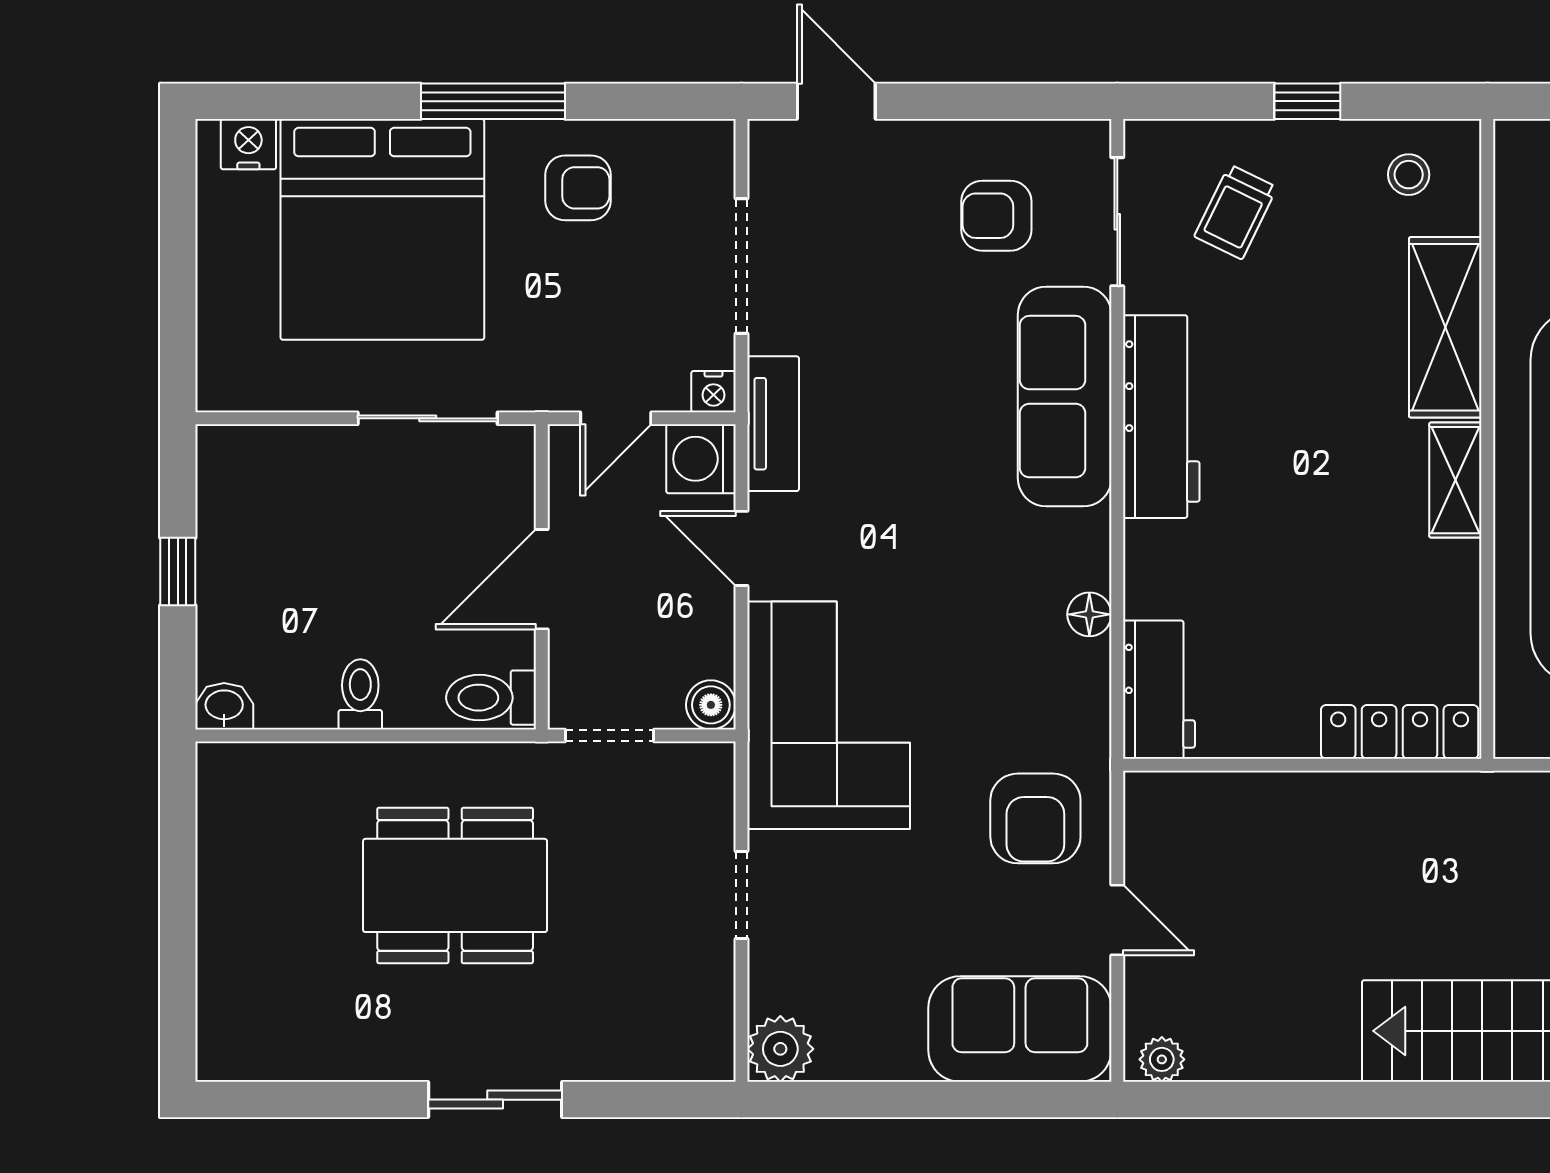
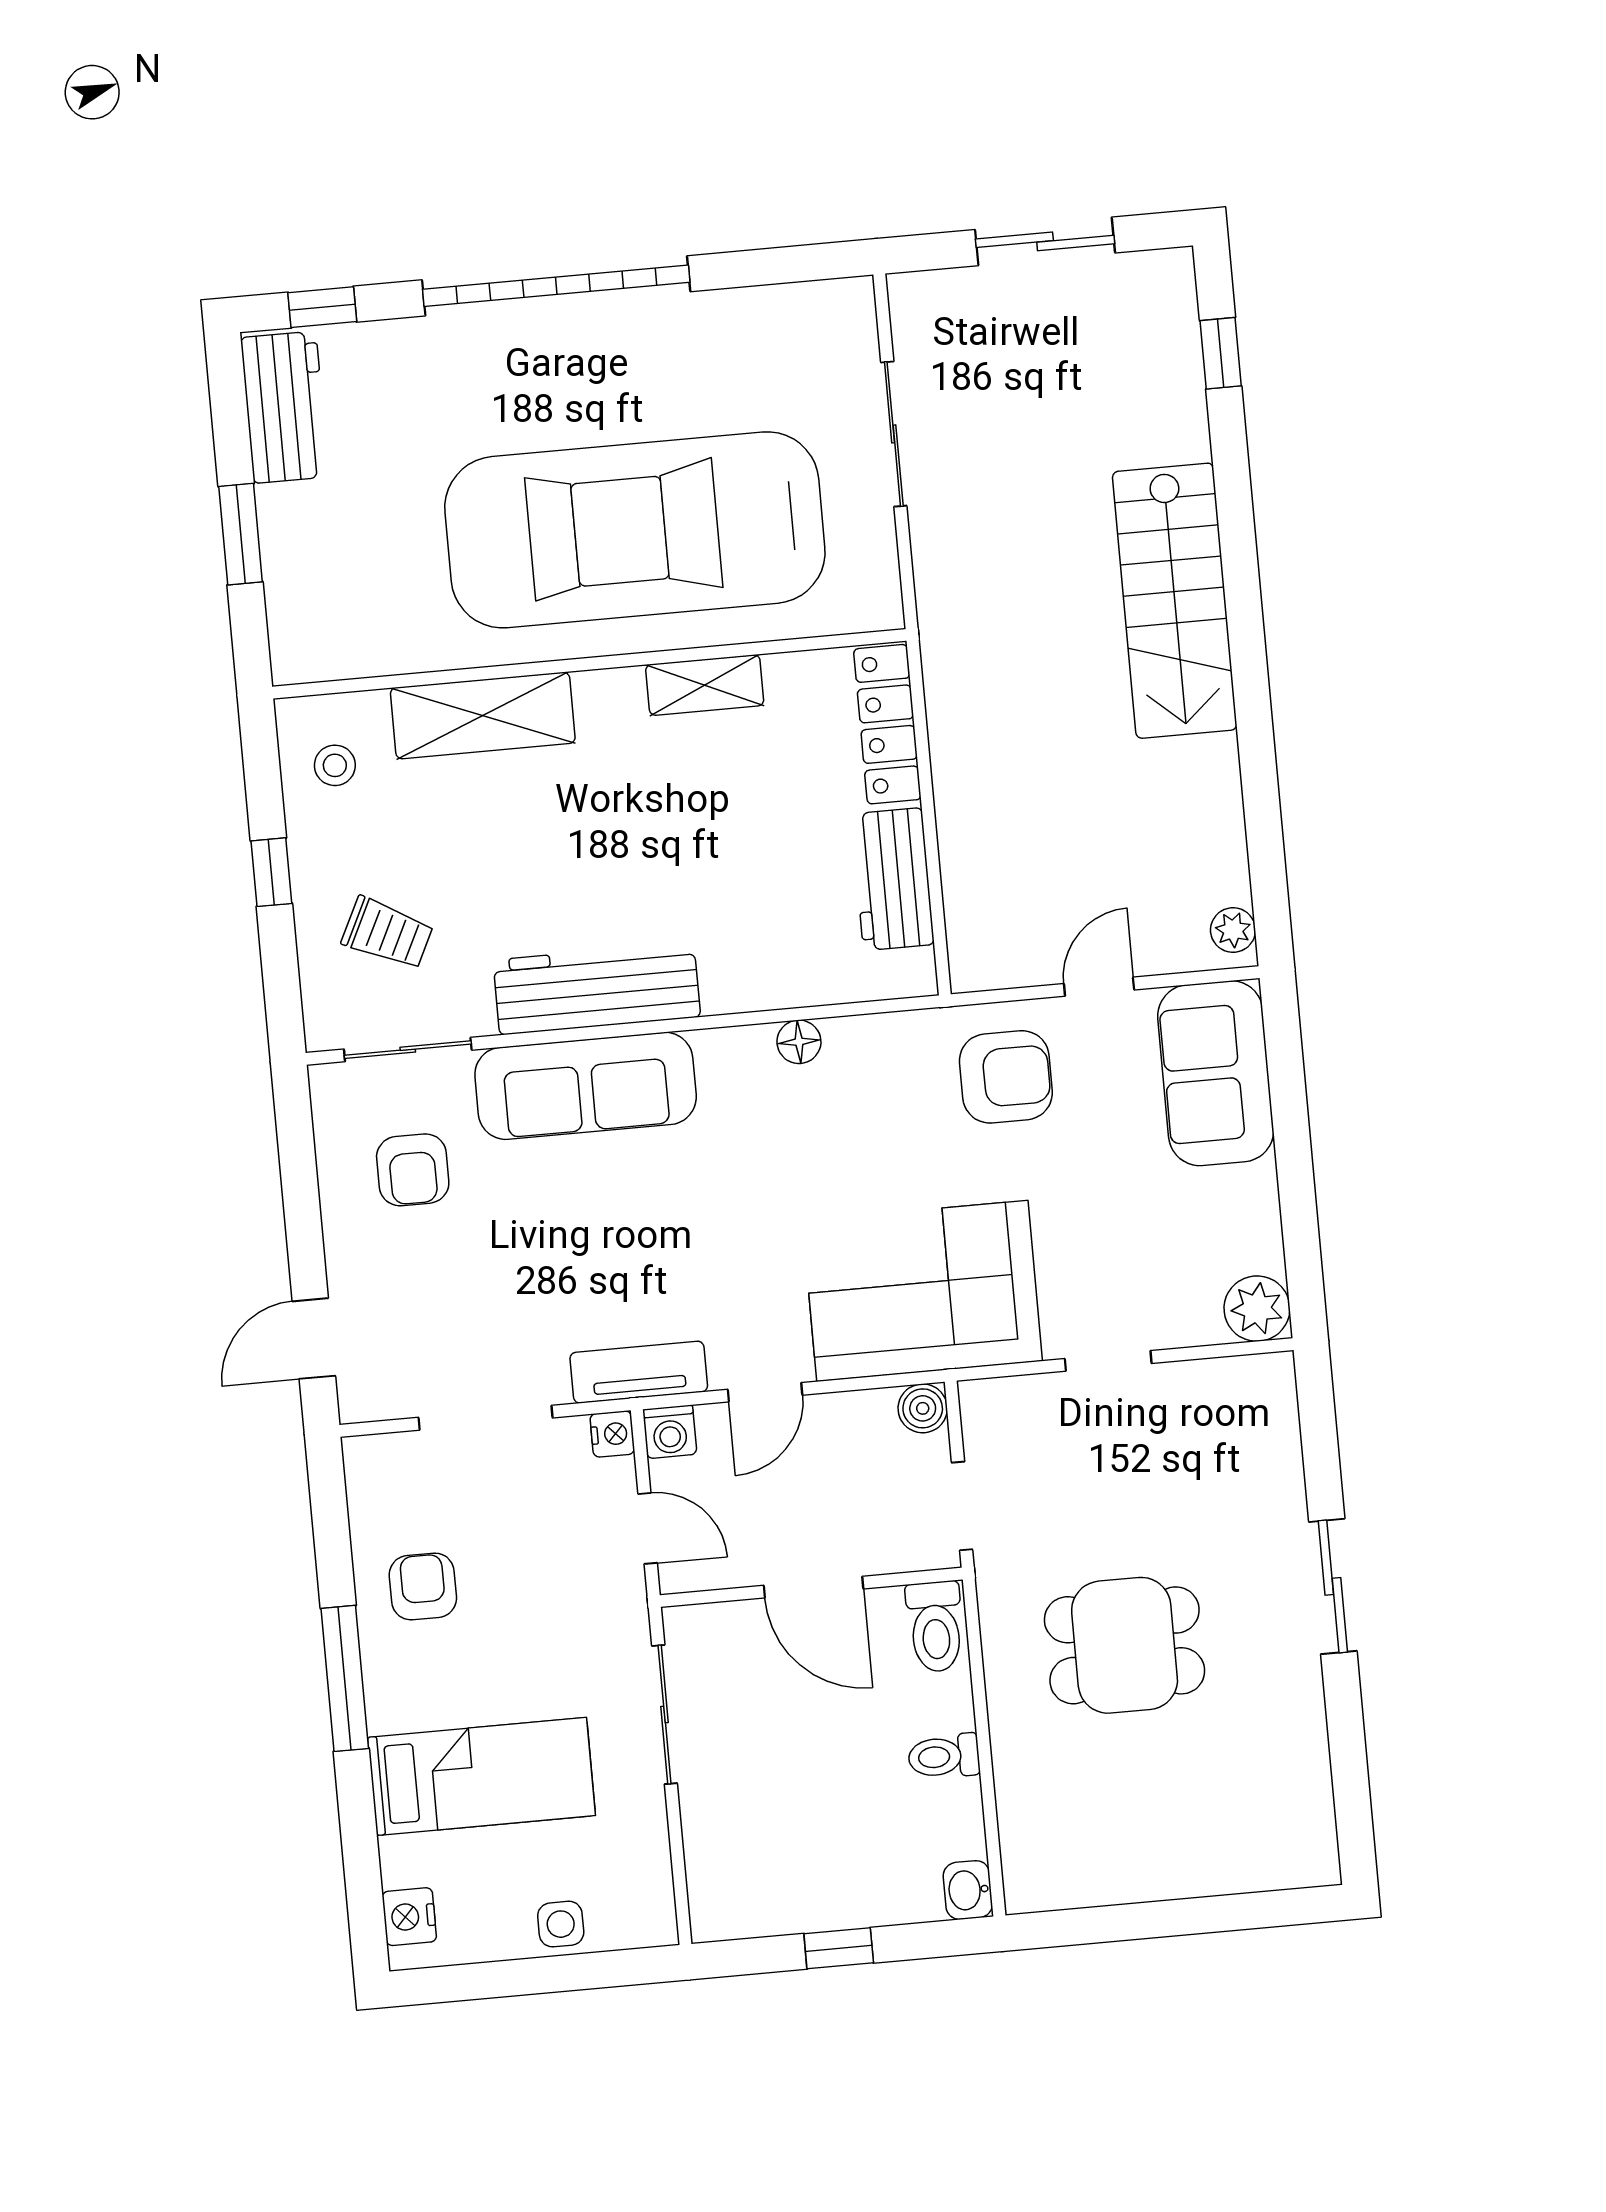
bed: (382, 229) -> (482, 1776), width x0.49
side table: (227, 295) -> (561, 1924), added
washing machine: (701, 459) -> (670, 1432), width x0.73, depth x0.73
shelving: (1455, 480) -> (705, 685), moved
workbench: (1159, 690) -> (893, 879), moved, turned -90
dining table: (455, 885) -> (1125, 1645), width x0.73

